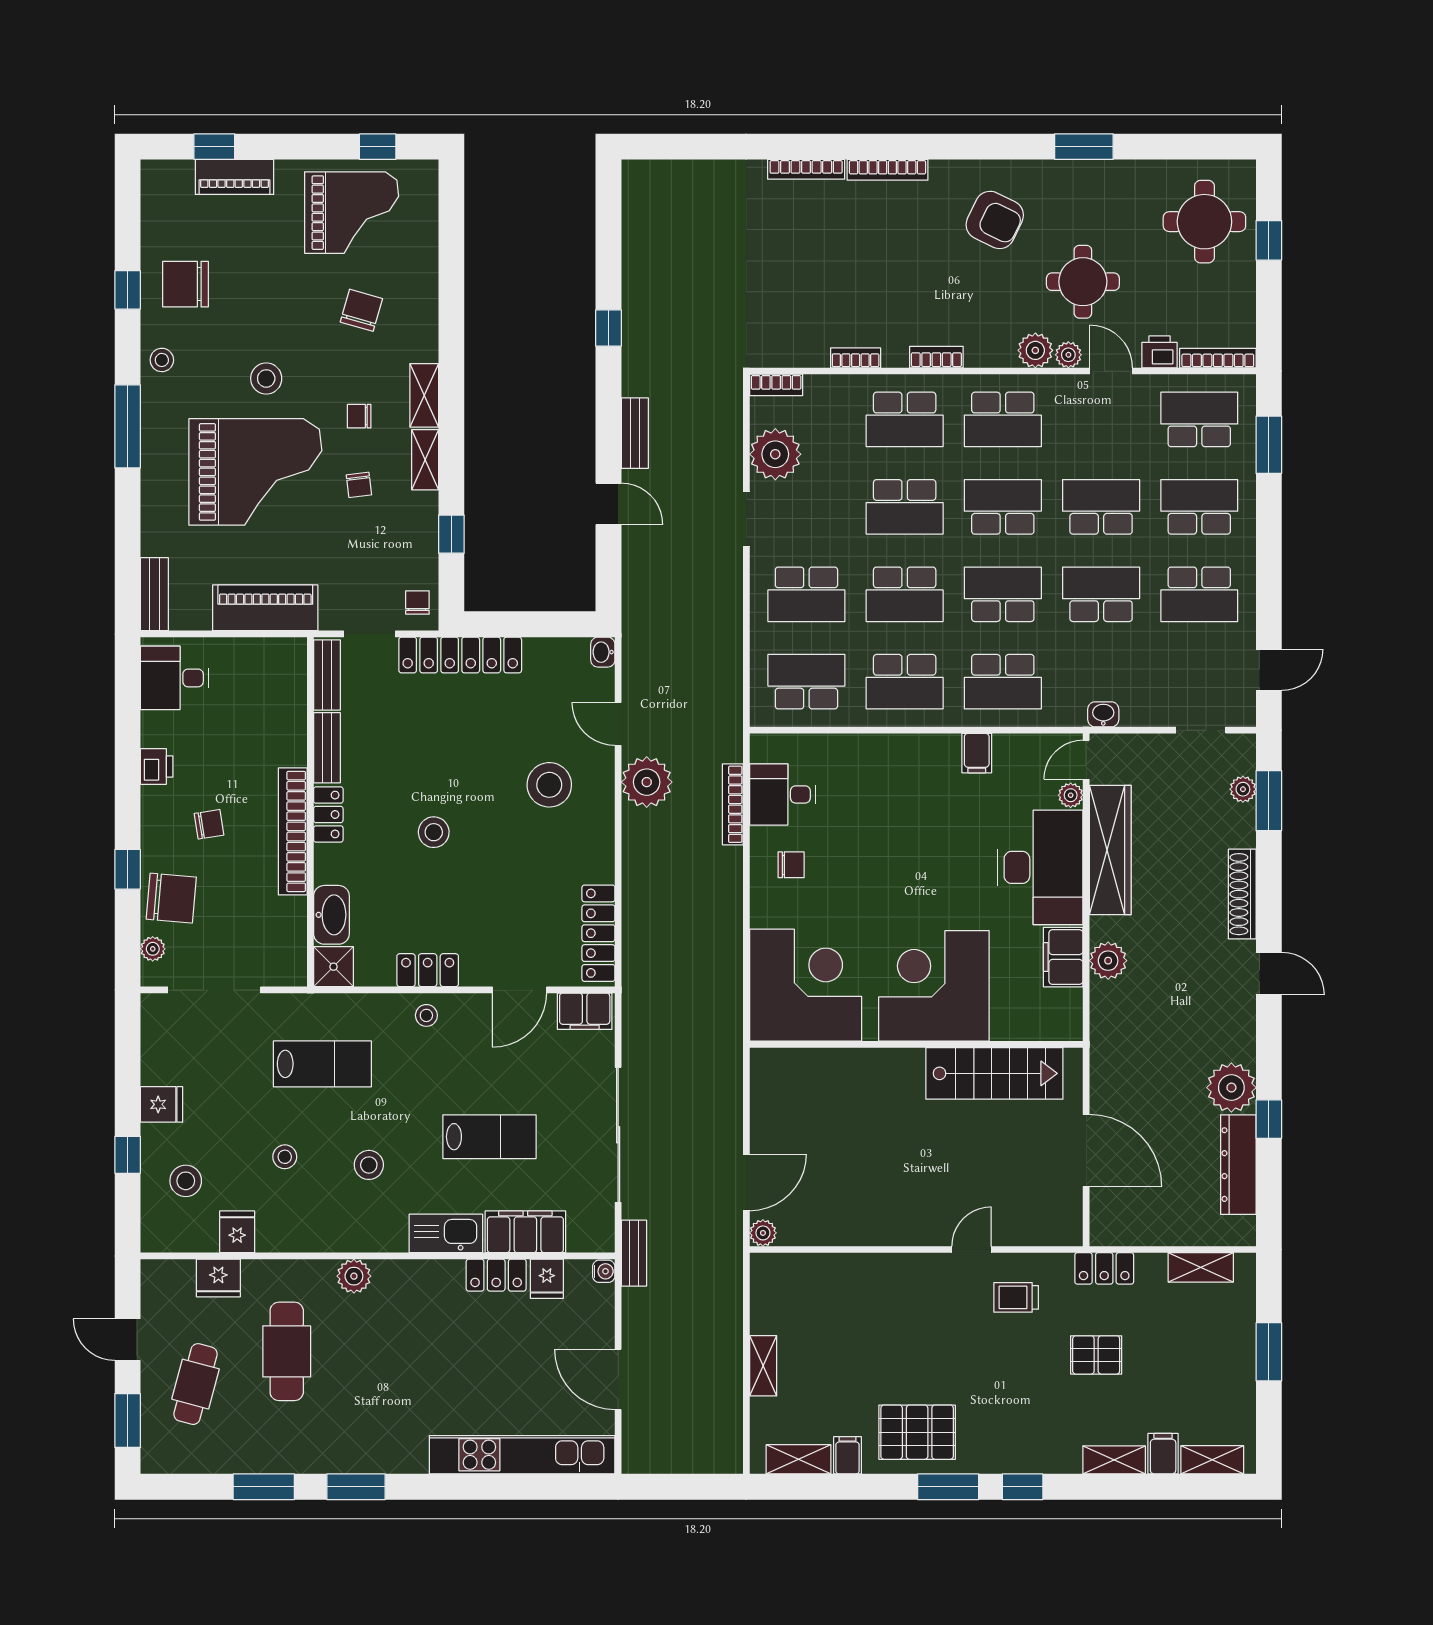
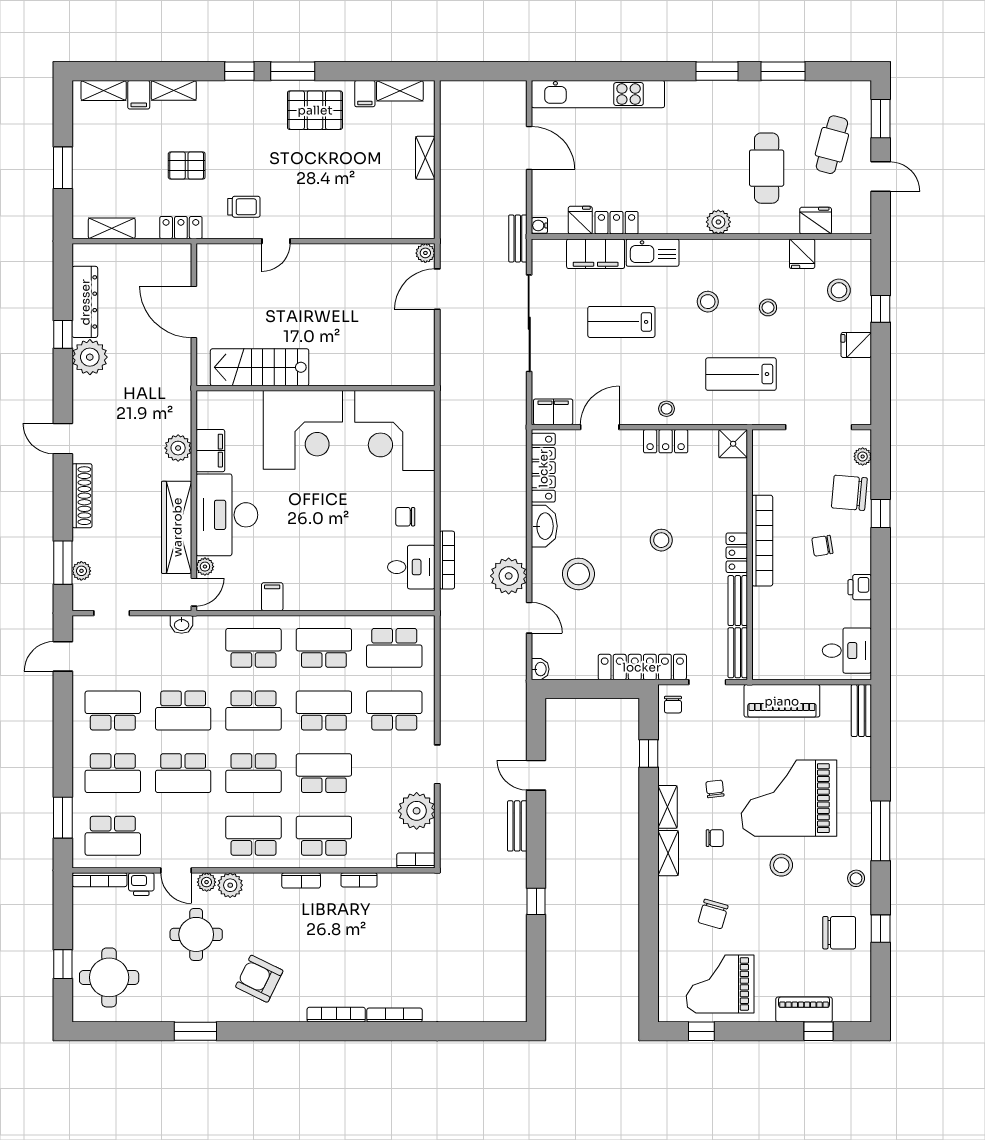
washbasin: (331, 915) -> (544, 526), moved, turned 180

